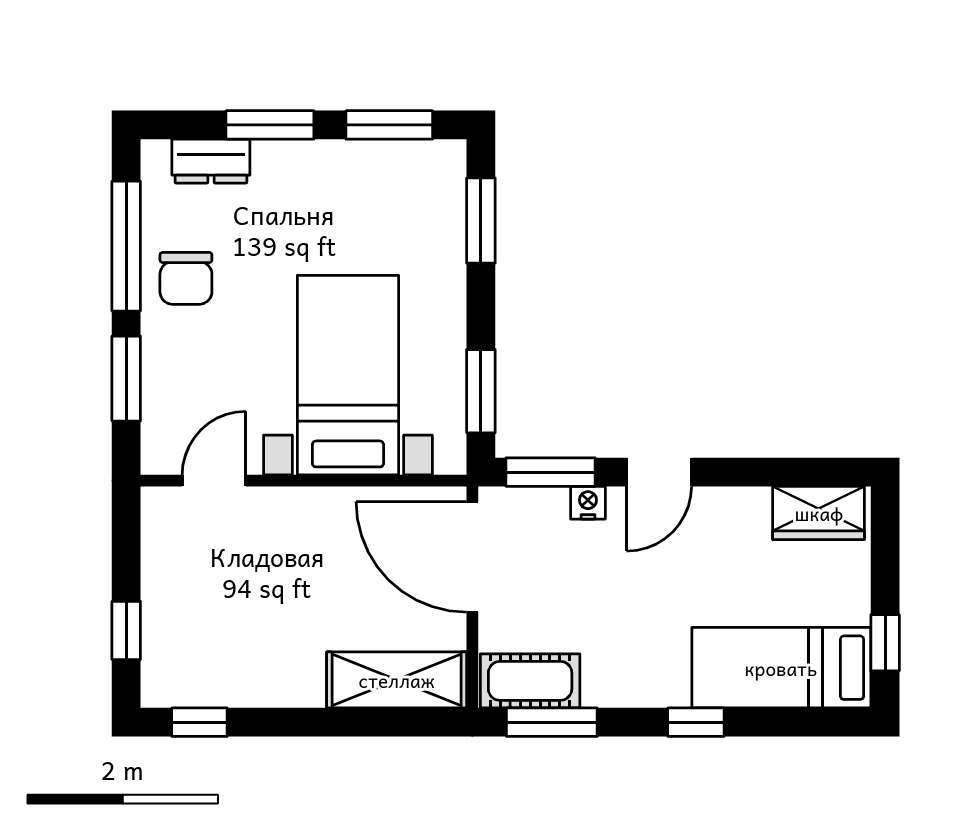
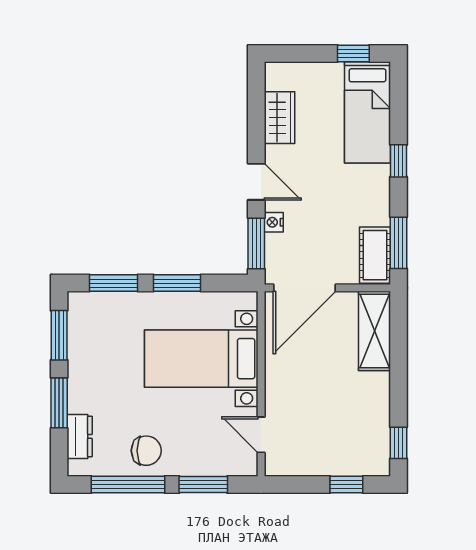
window: (481, 391) -> (177, 283), moved
wardrobe: (819, 513) -> (280, 118), moved

